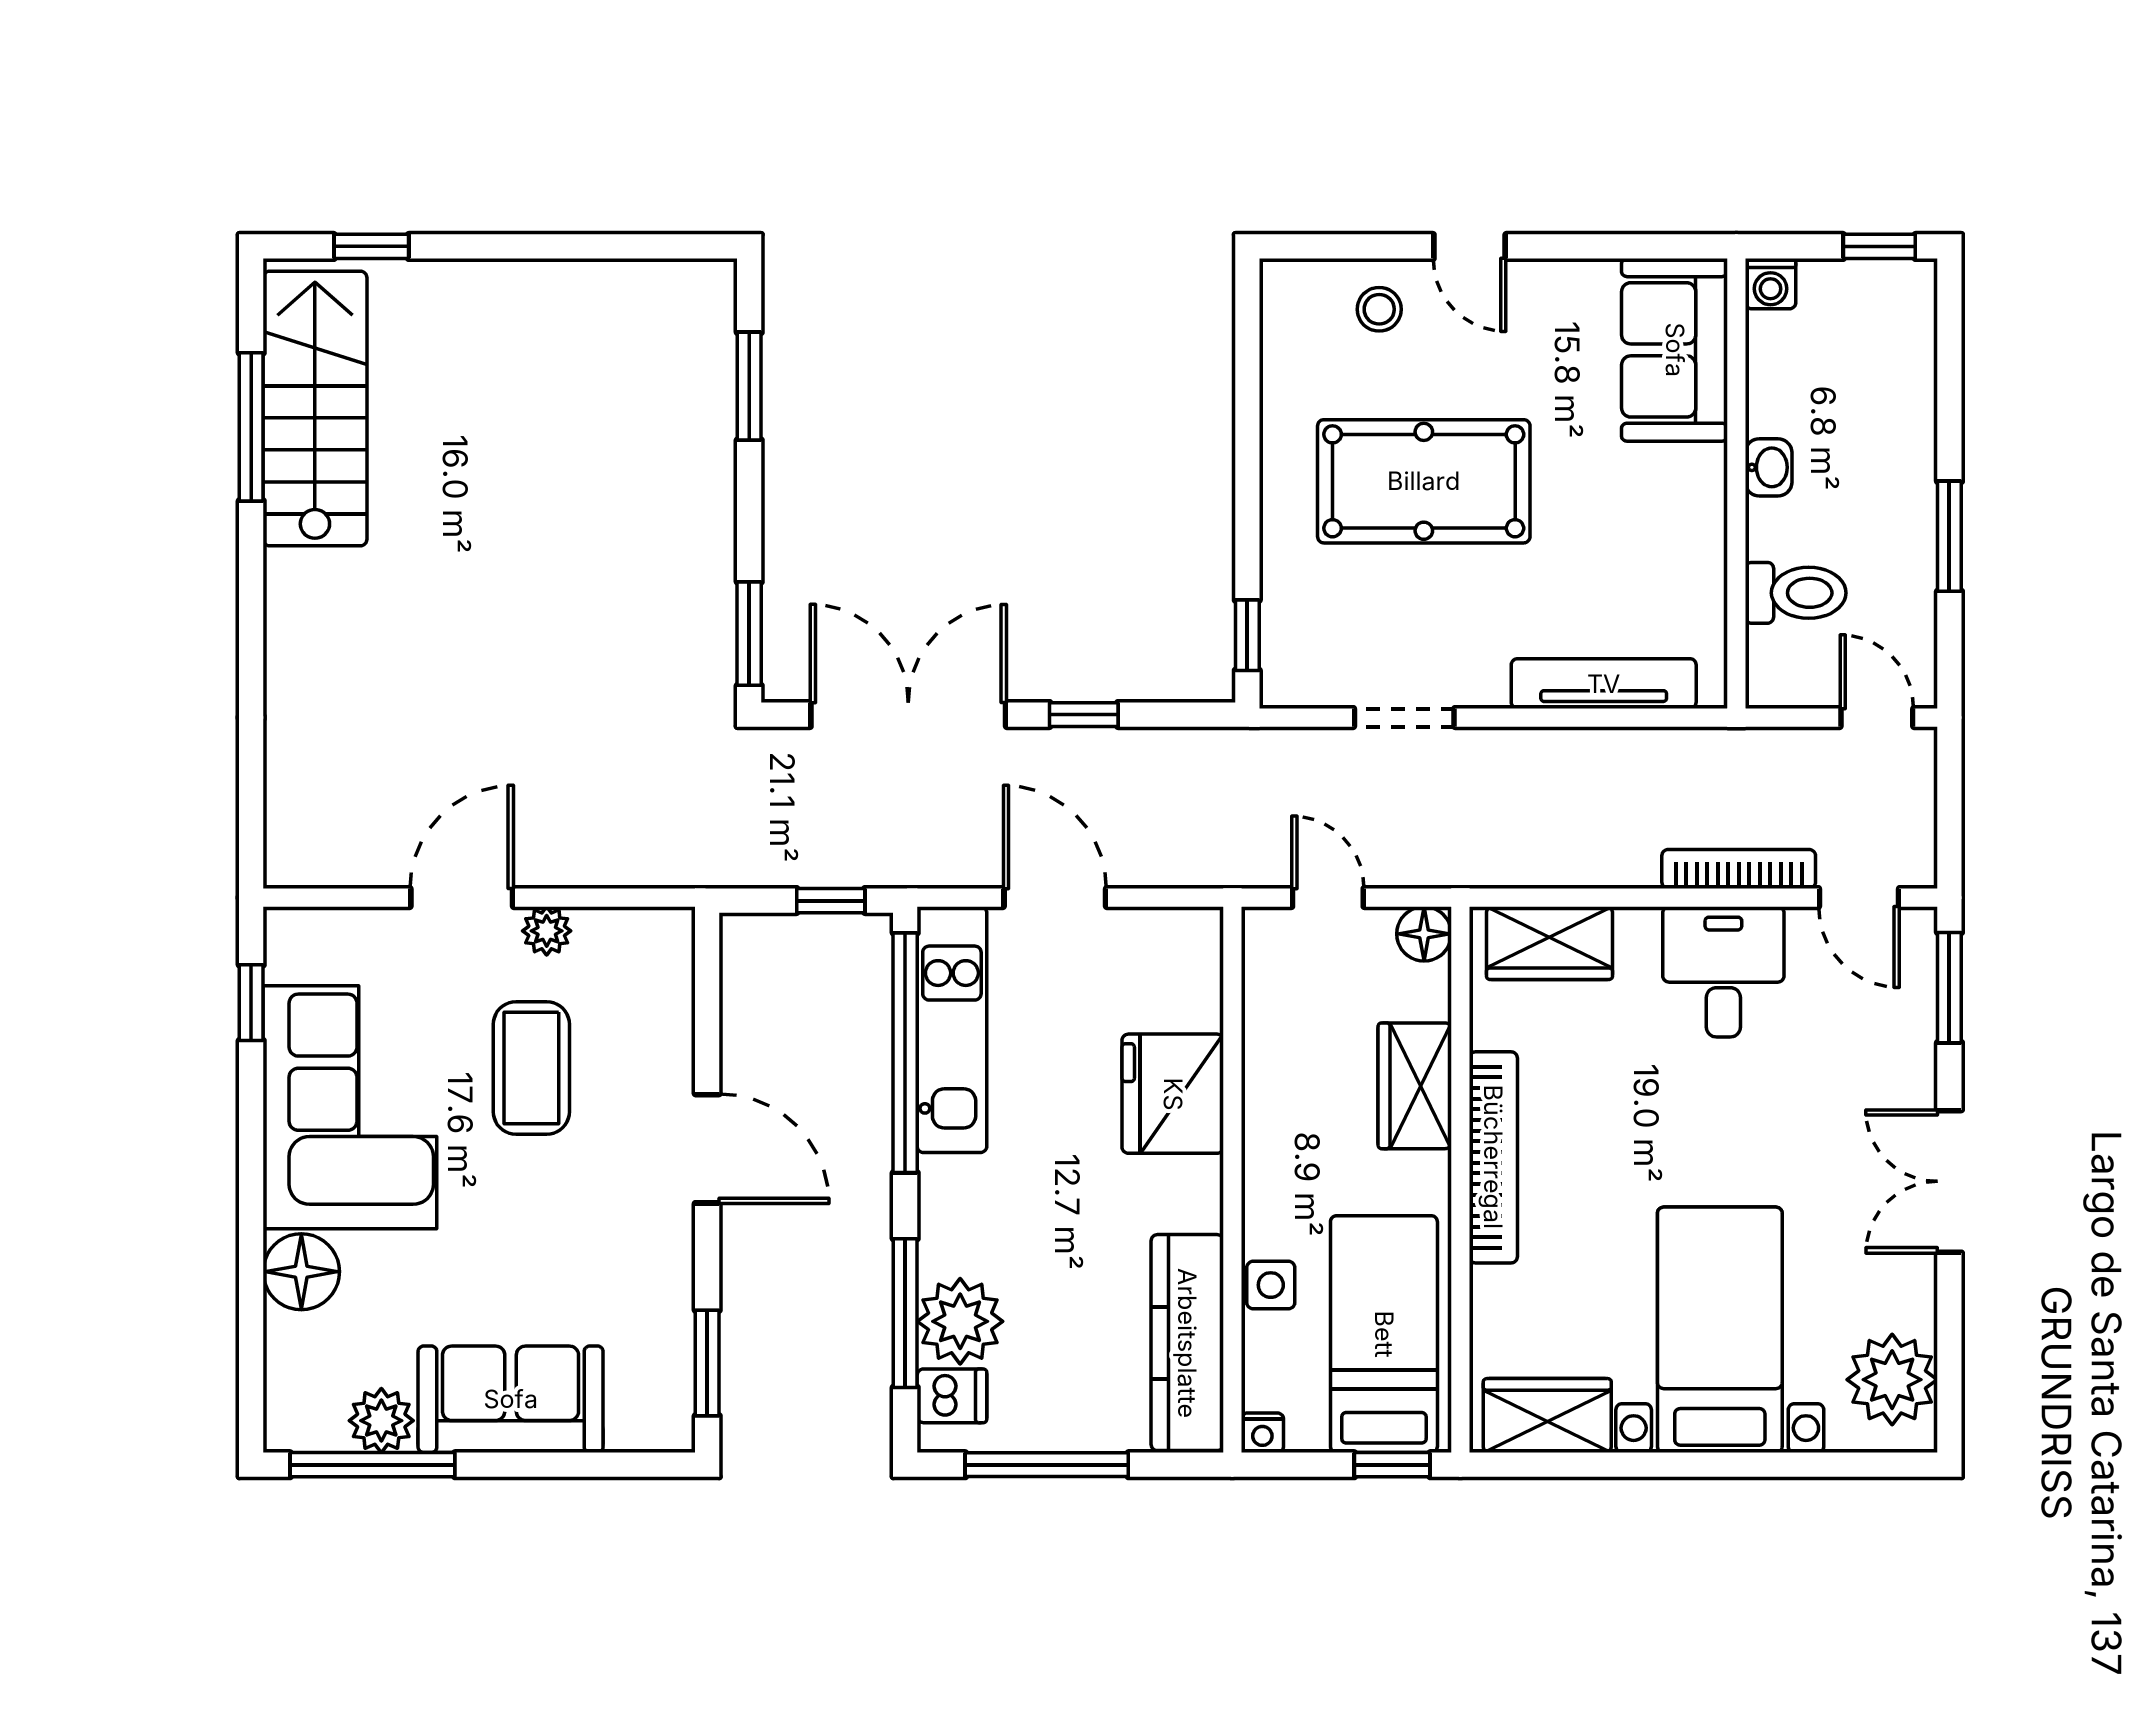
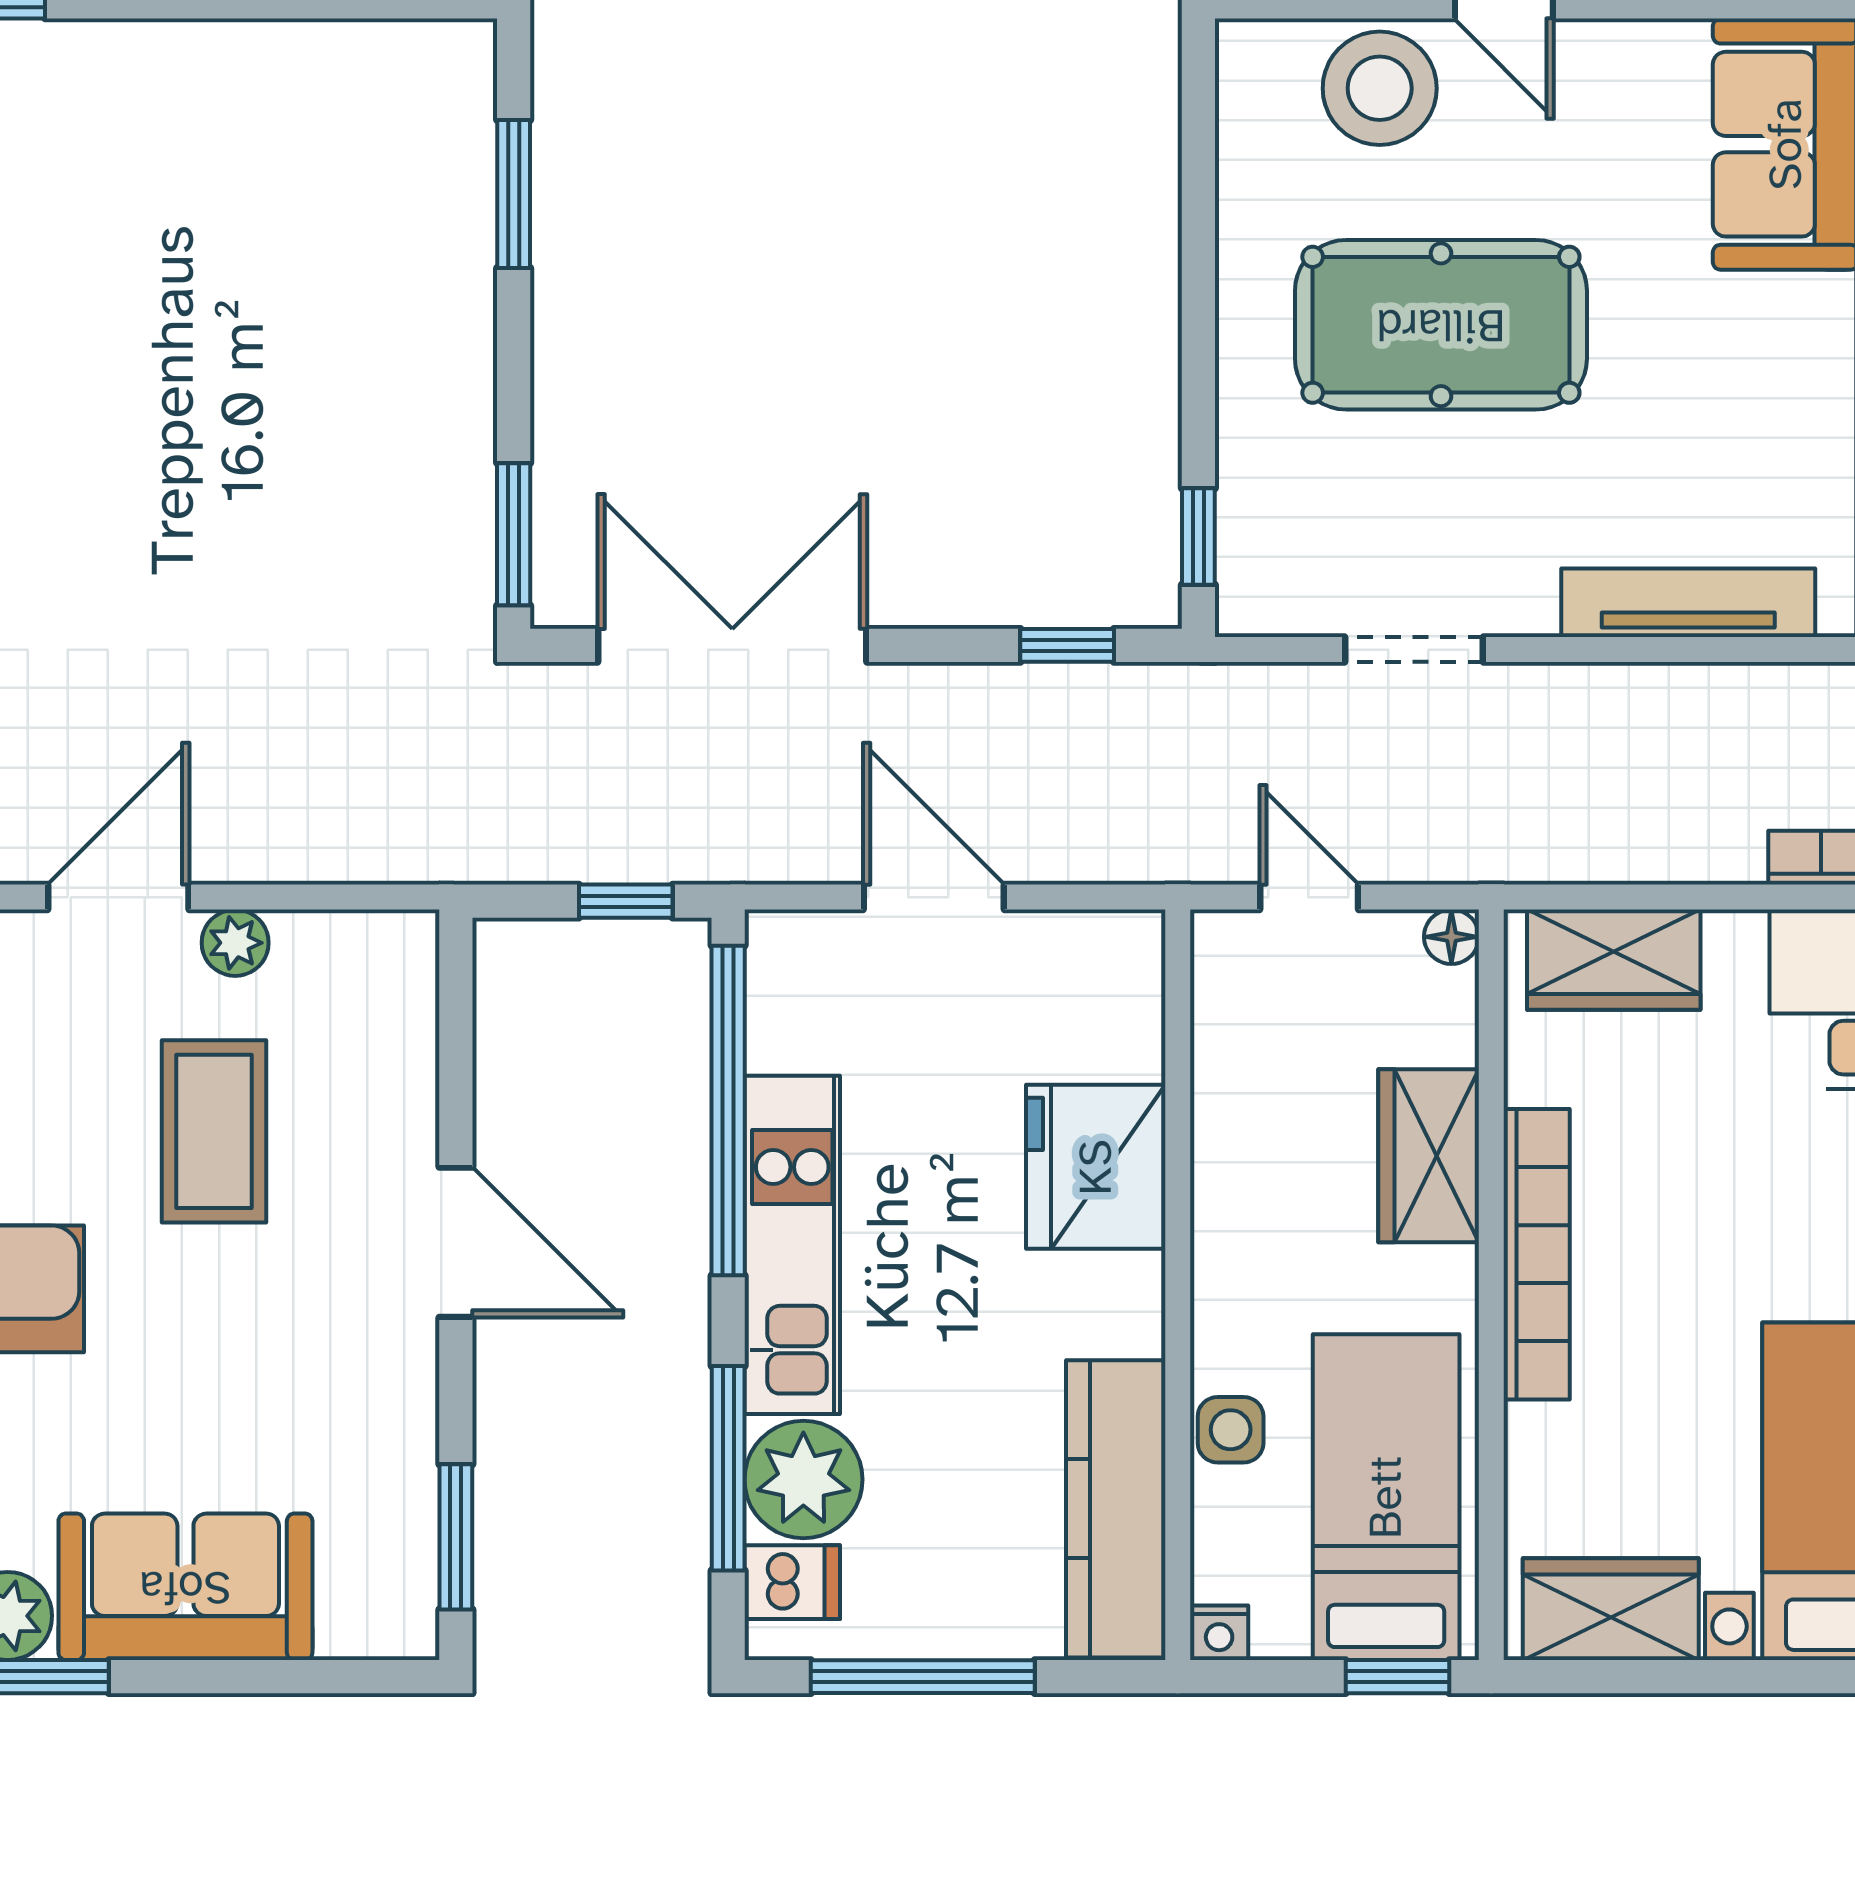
stool: (1379, 309) -> (1380, 88), width x1.89, depth x1.89
window: (1084, 715) -> (1067, 645), moved
floor lamp: (1424, 934) -> (1451, 937), width x0.73, depth x0.73
kitchen unit: (952, 1030) -> (792, 1245), moved

